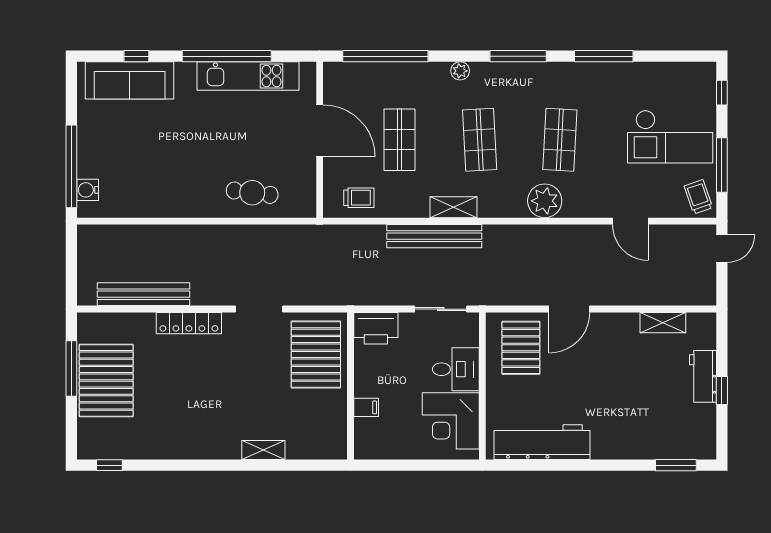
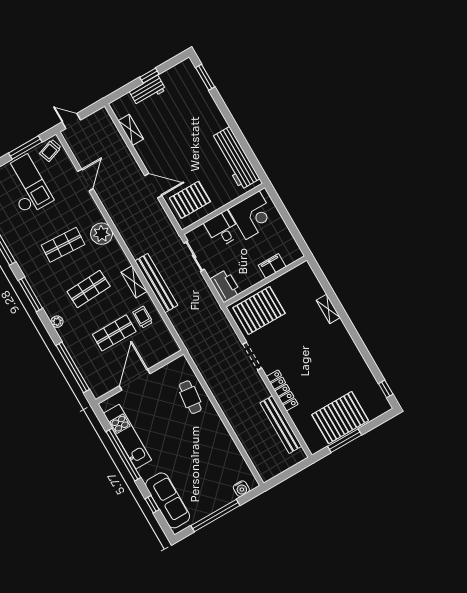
window: (71, 166) -> (215, 516), moved
trolley: (359, 198) -> (143, 317), moved
filing cabinet: (366, 407) -> (272, 266), width x2.00

